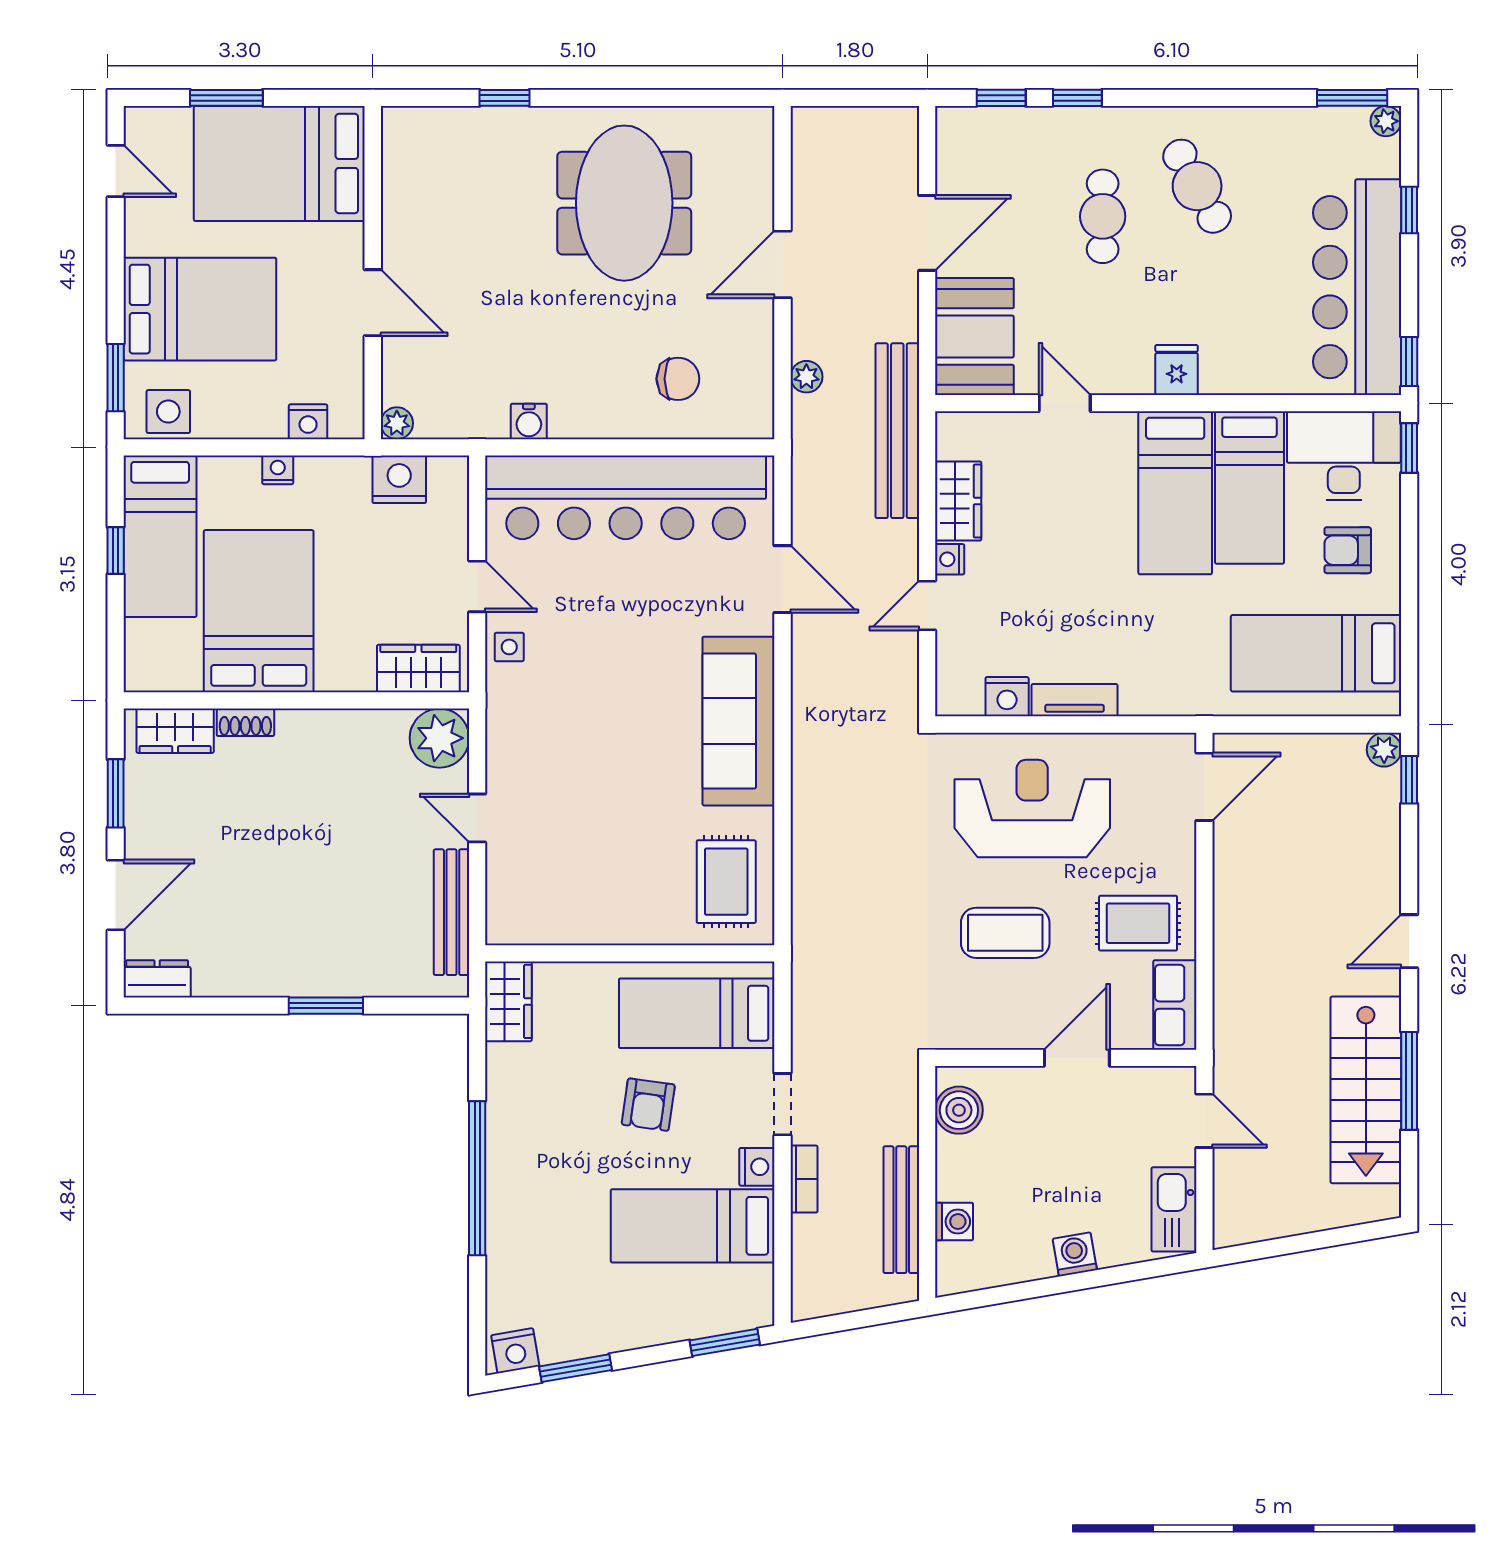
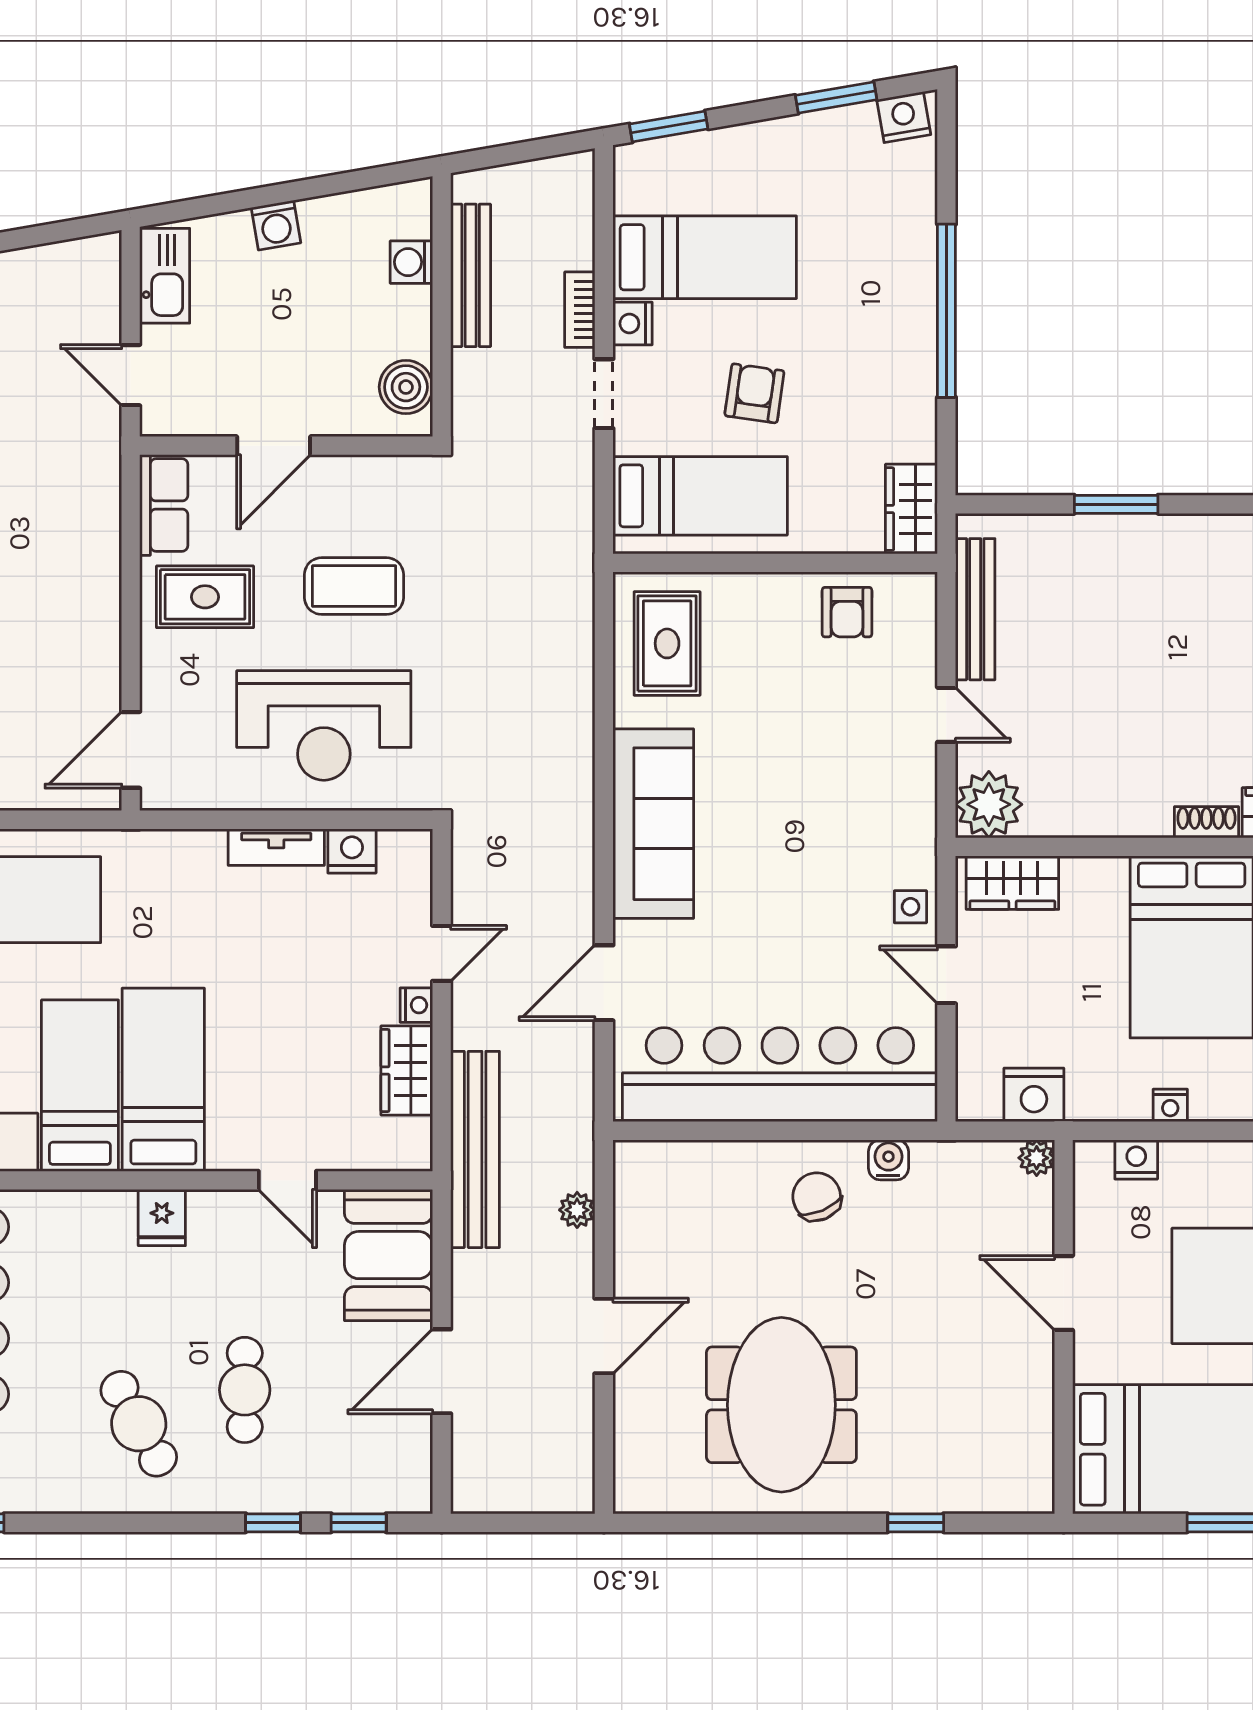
chair: (678, 379) -> (817, 1197), moved, turned 67
door: (782, 579) -> (604, 983), hinge flipped
armchair: (566, 909) -> (847, 612), added

